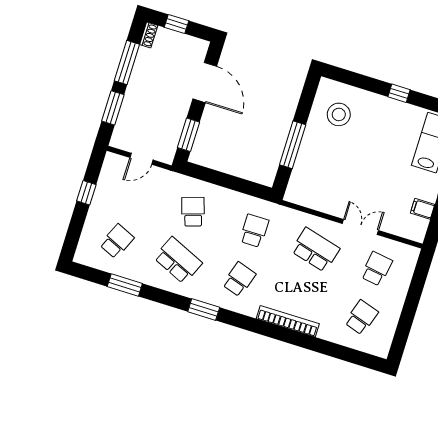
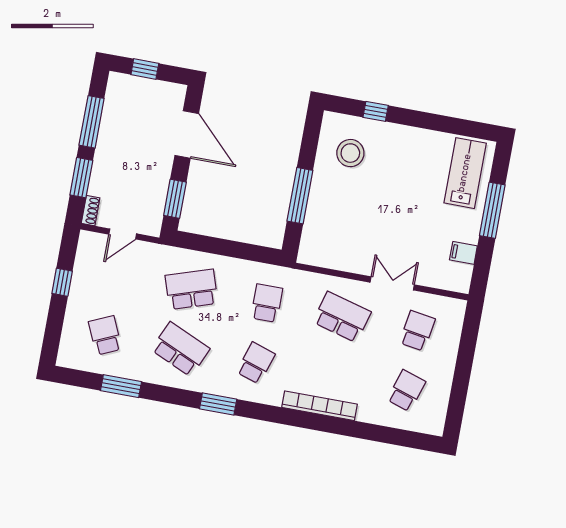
shoe rack: (149, 35) -> (91, 211), moved
window: (399, 93) -> (376, 111), moved
school desk: (193, 212) -> (191, 289), width x1.85
school desk: (117, 241) -> (105, 335), turned -48

